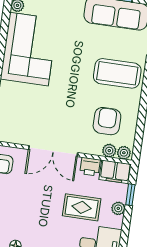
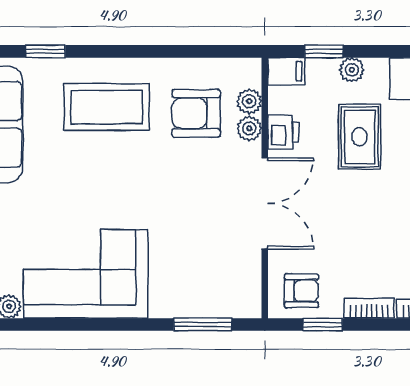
coffee table: (117, 73) -> (107, 107), turned 90
plant: (124, 153) -> (249, 129), moved
filing cabinet: (115, 172) -> (286, 71), width x0.50

